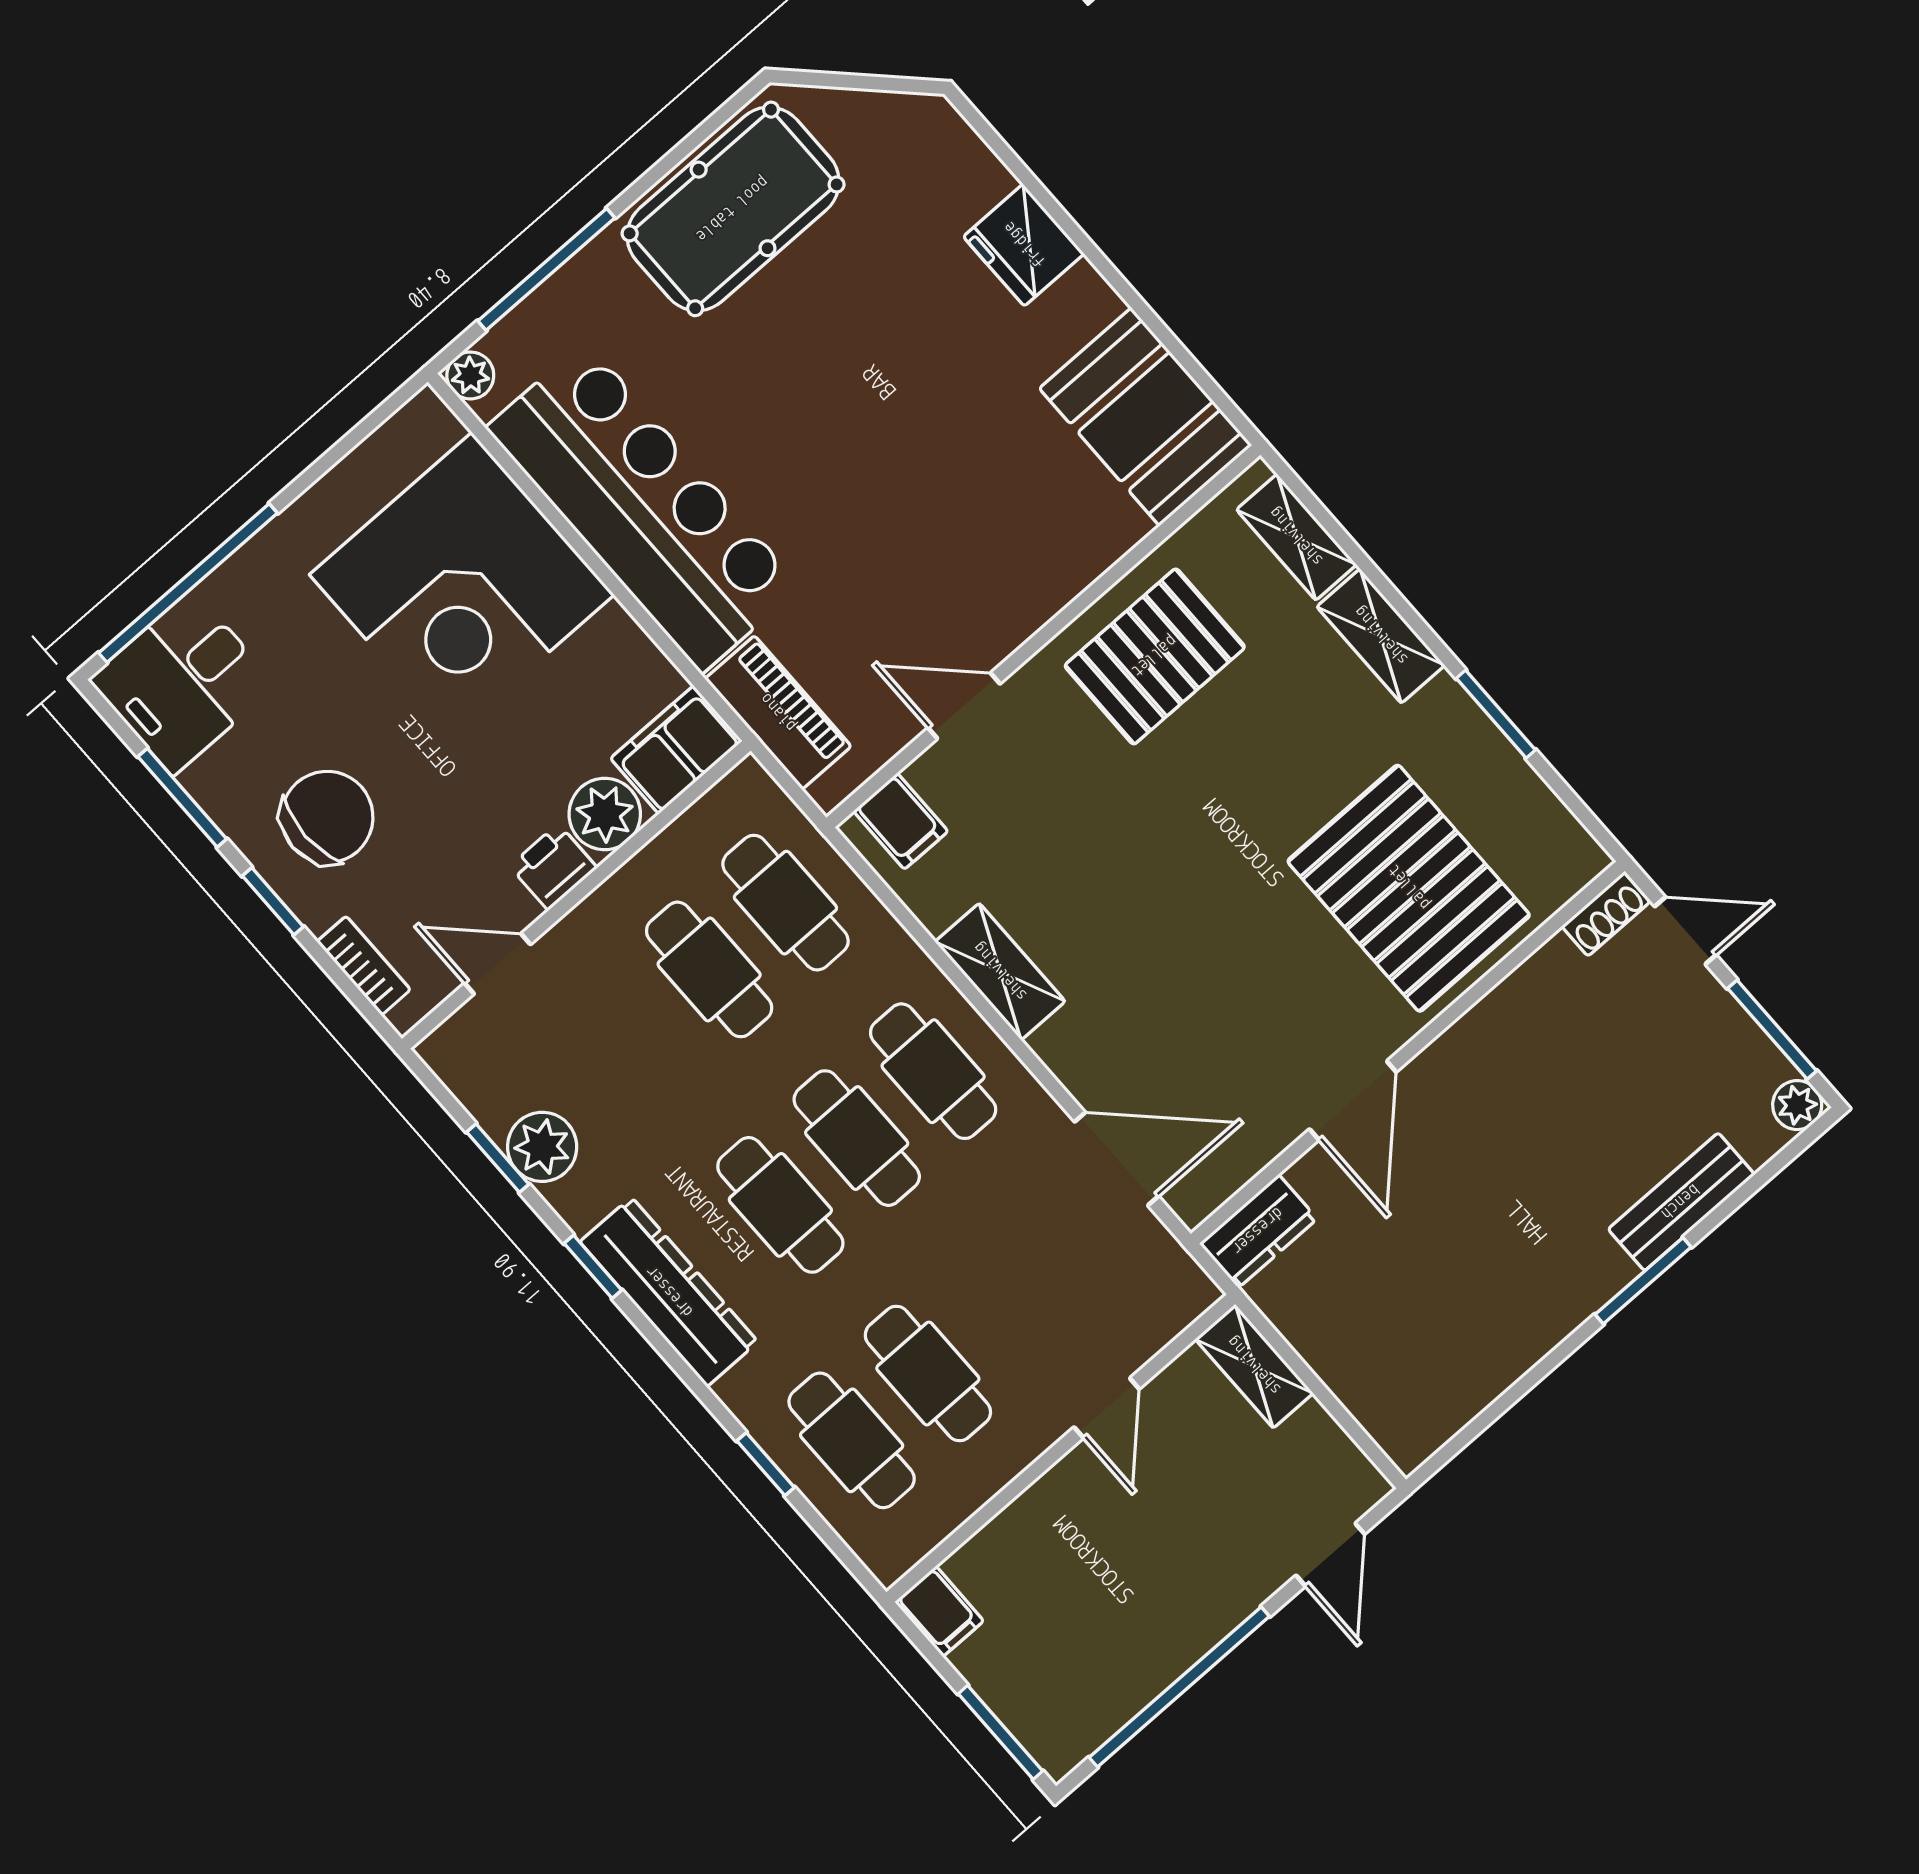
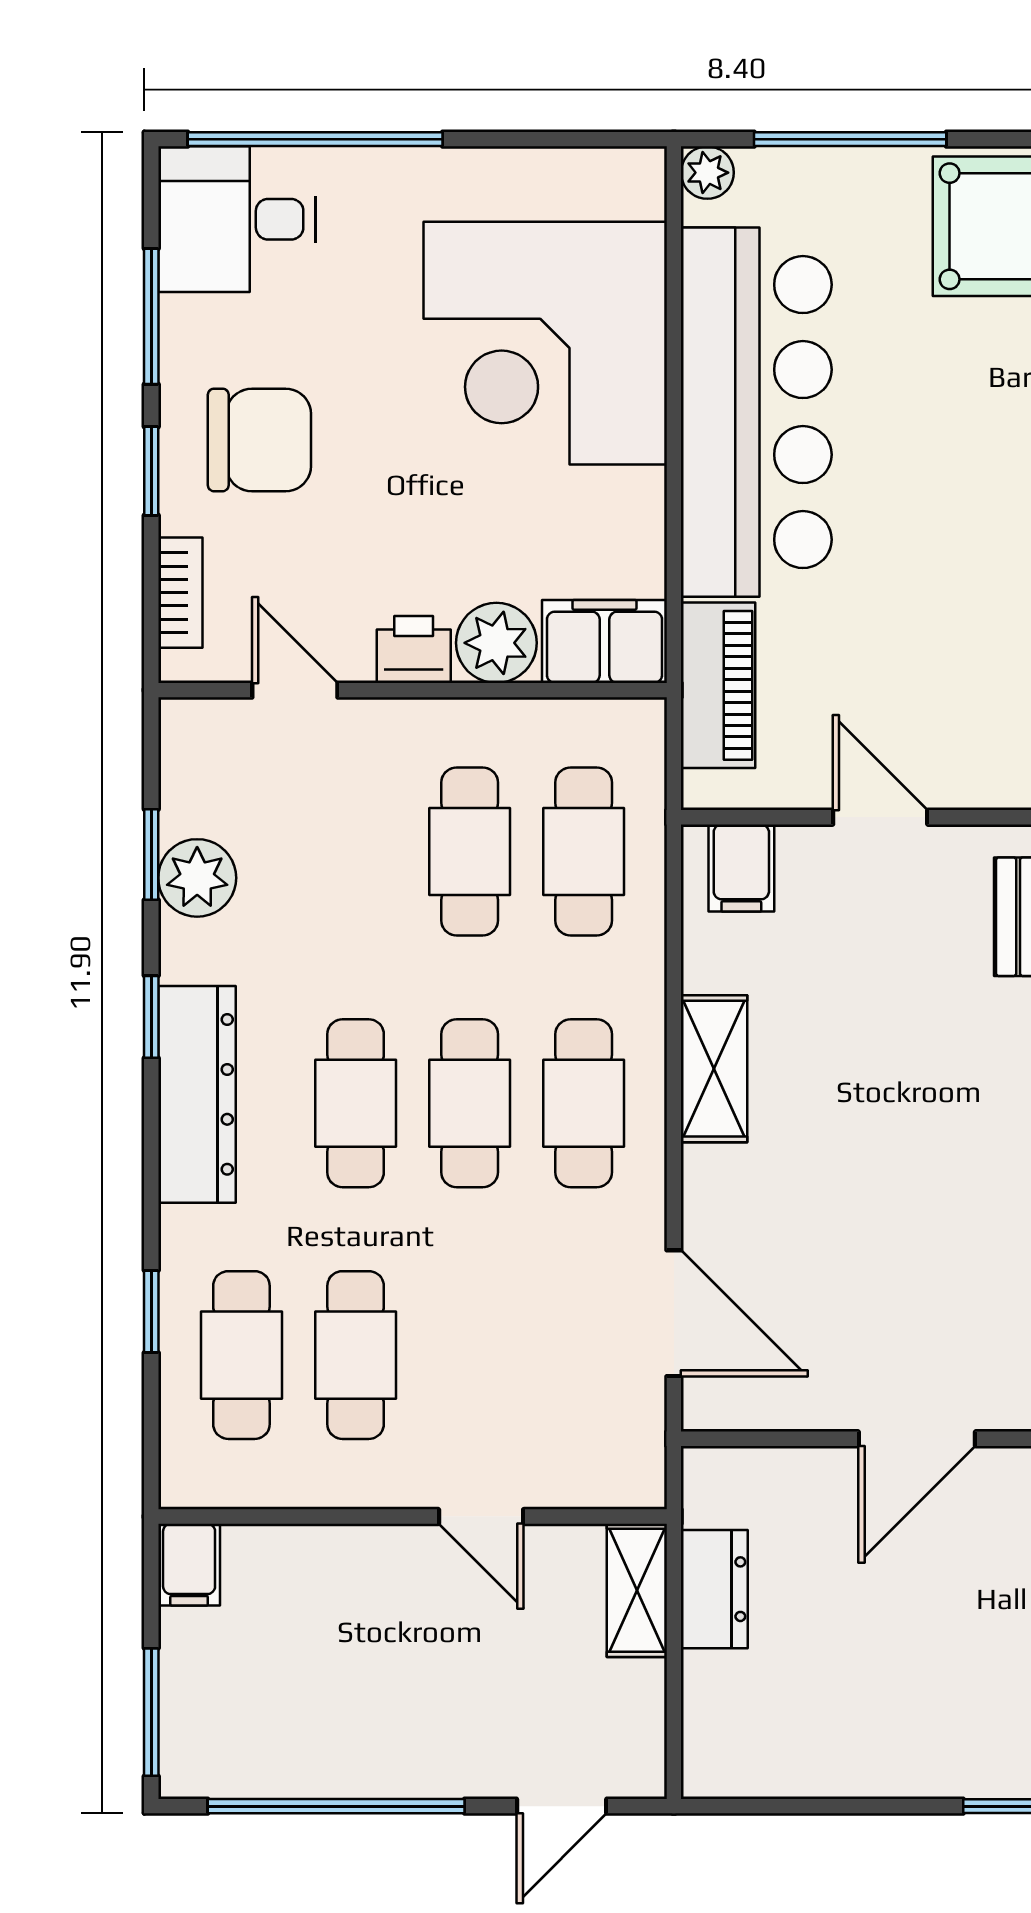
dresser: (1258, 1231) -> (714, 1589), moved, turned -90
door: (1107, 1408) -> (481, 1516), hinge flipped

